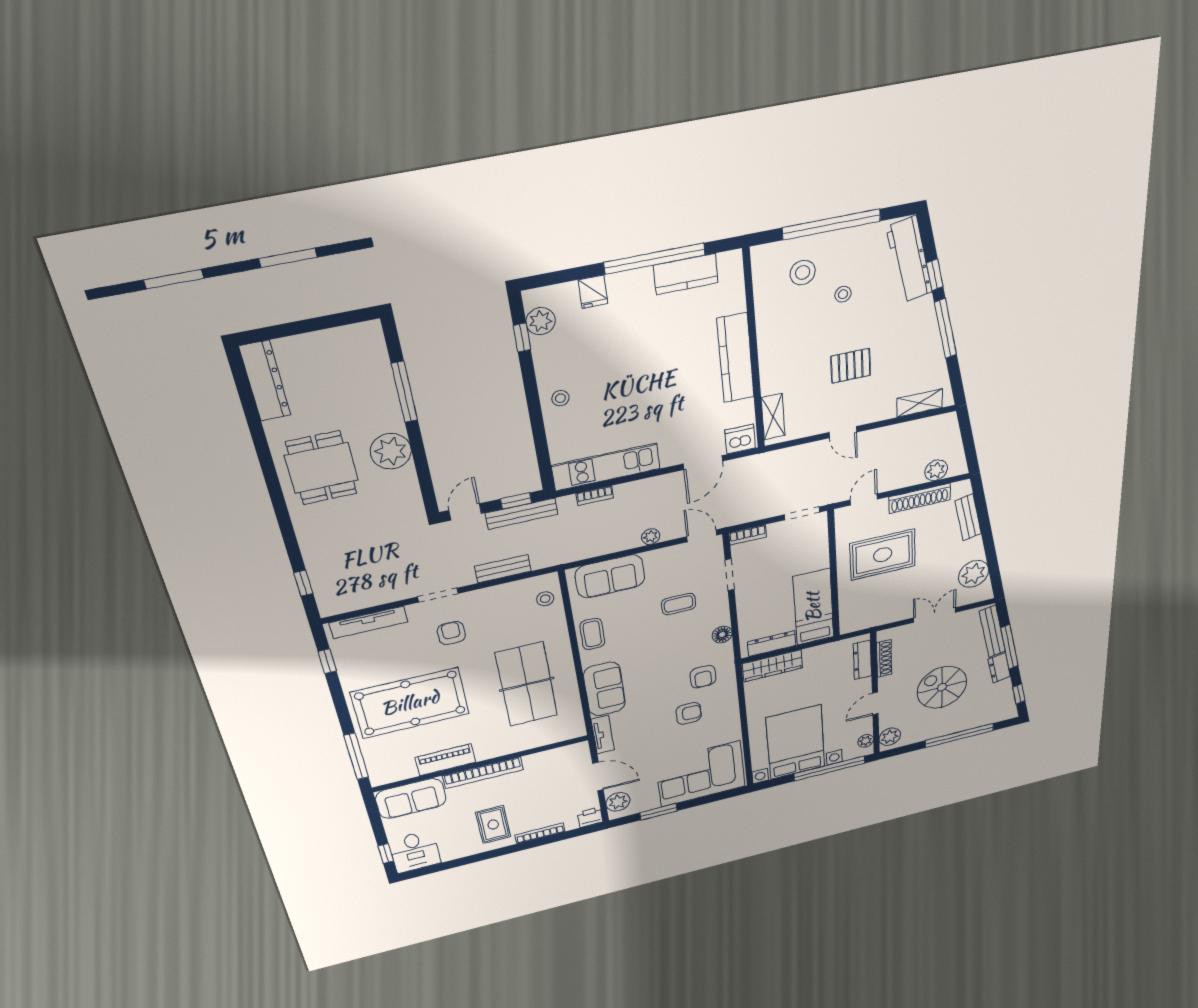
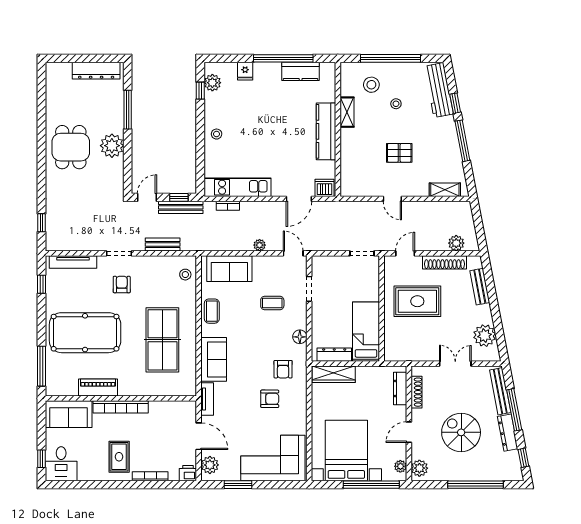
dresser: (265, 381) -> (96, 71), moved, turned 90
shelving: (773, 417) -> (347, 112), moved
bookcase: (748, 535) -> (324, 261), removed
dresser: (999, 668) -> (508, 433), width x1.44

